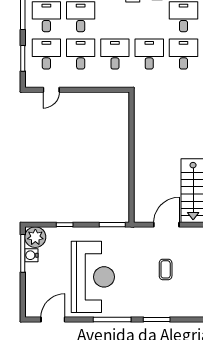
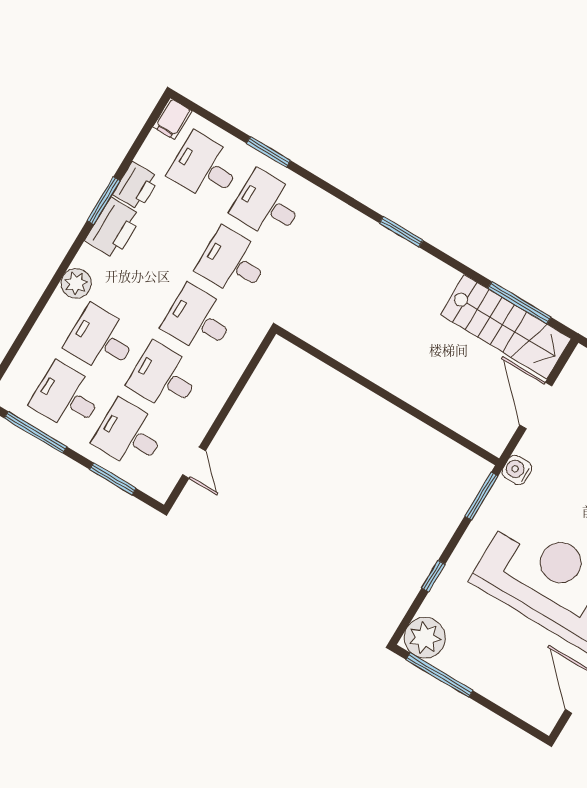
water cooler: (31, 255) -> (517, 470), moved, turned 90

